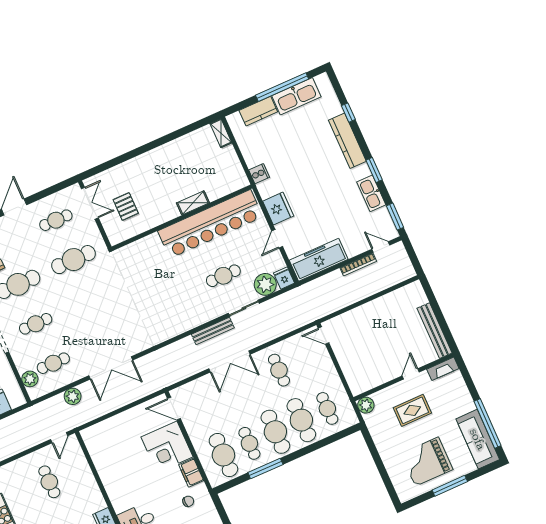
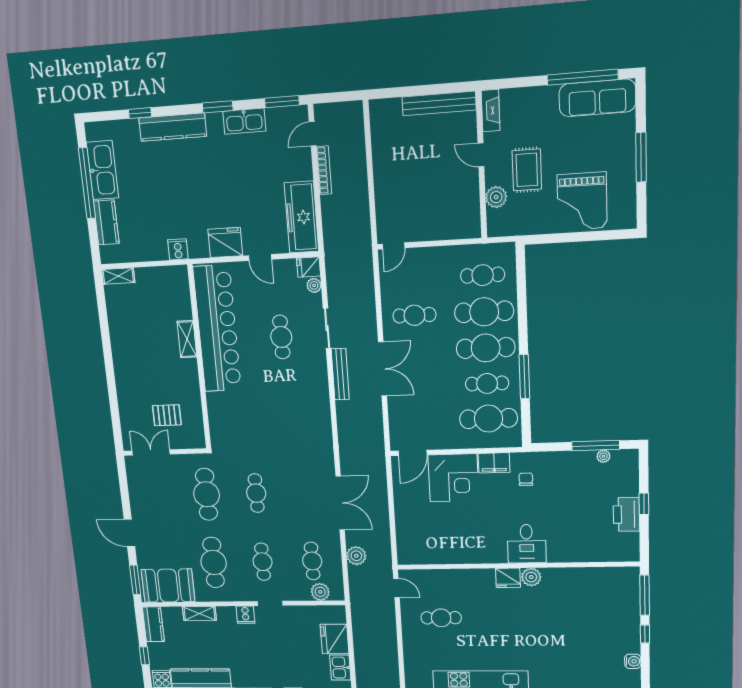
cafe table: (56, 220) -> (256, 493), moved
plant: (265, 284) -> (314, 285), width x0.53, depth x0.53
plant: (366, 405) -> (496, 197), moved
grand piano: (427, 462) -> (582, 201), moved

